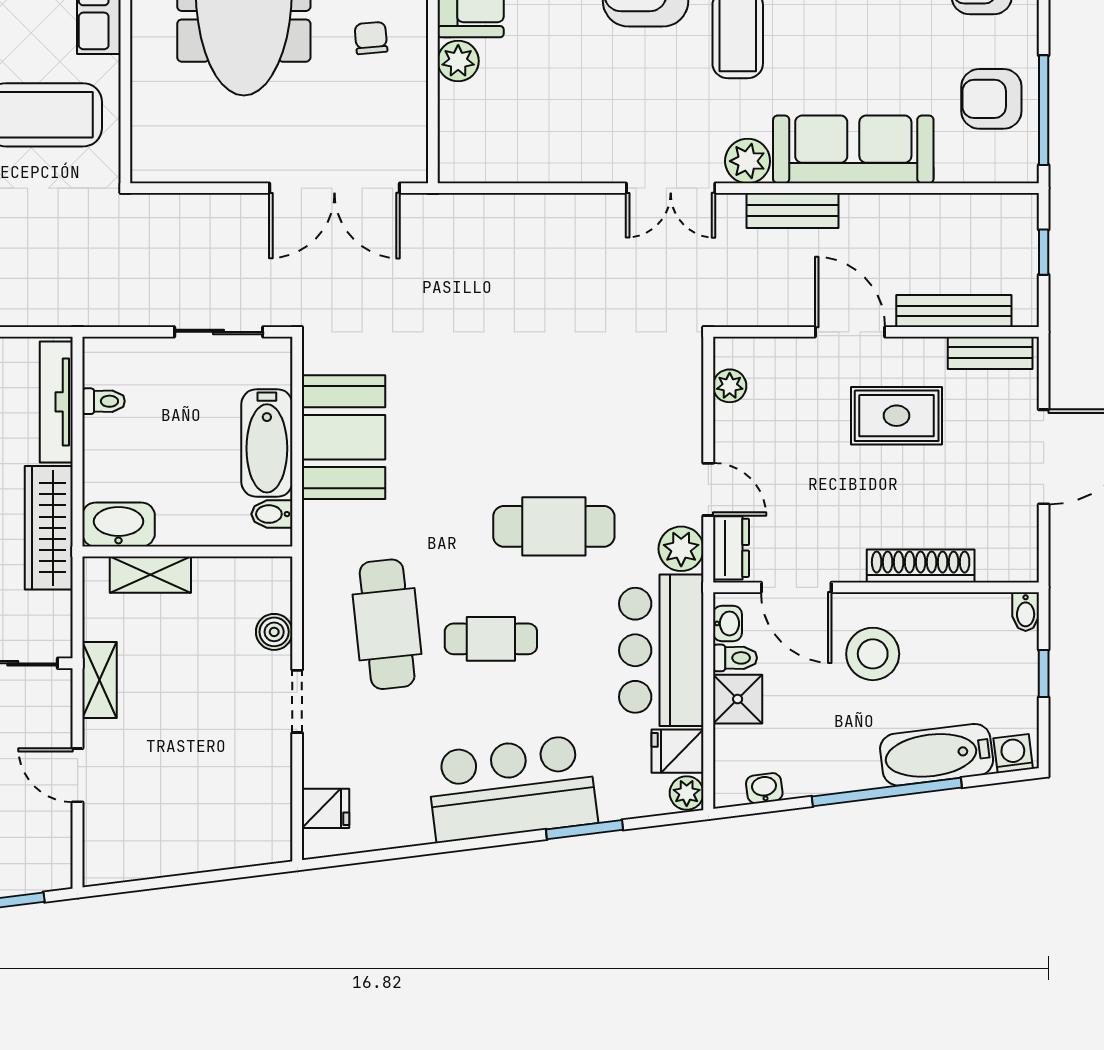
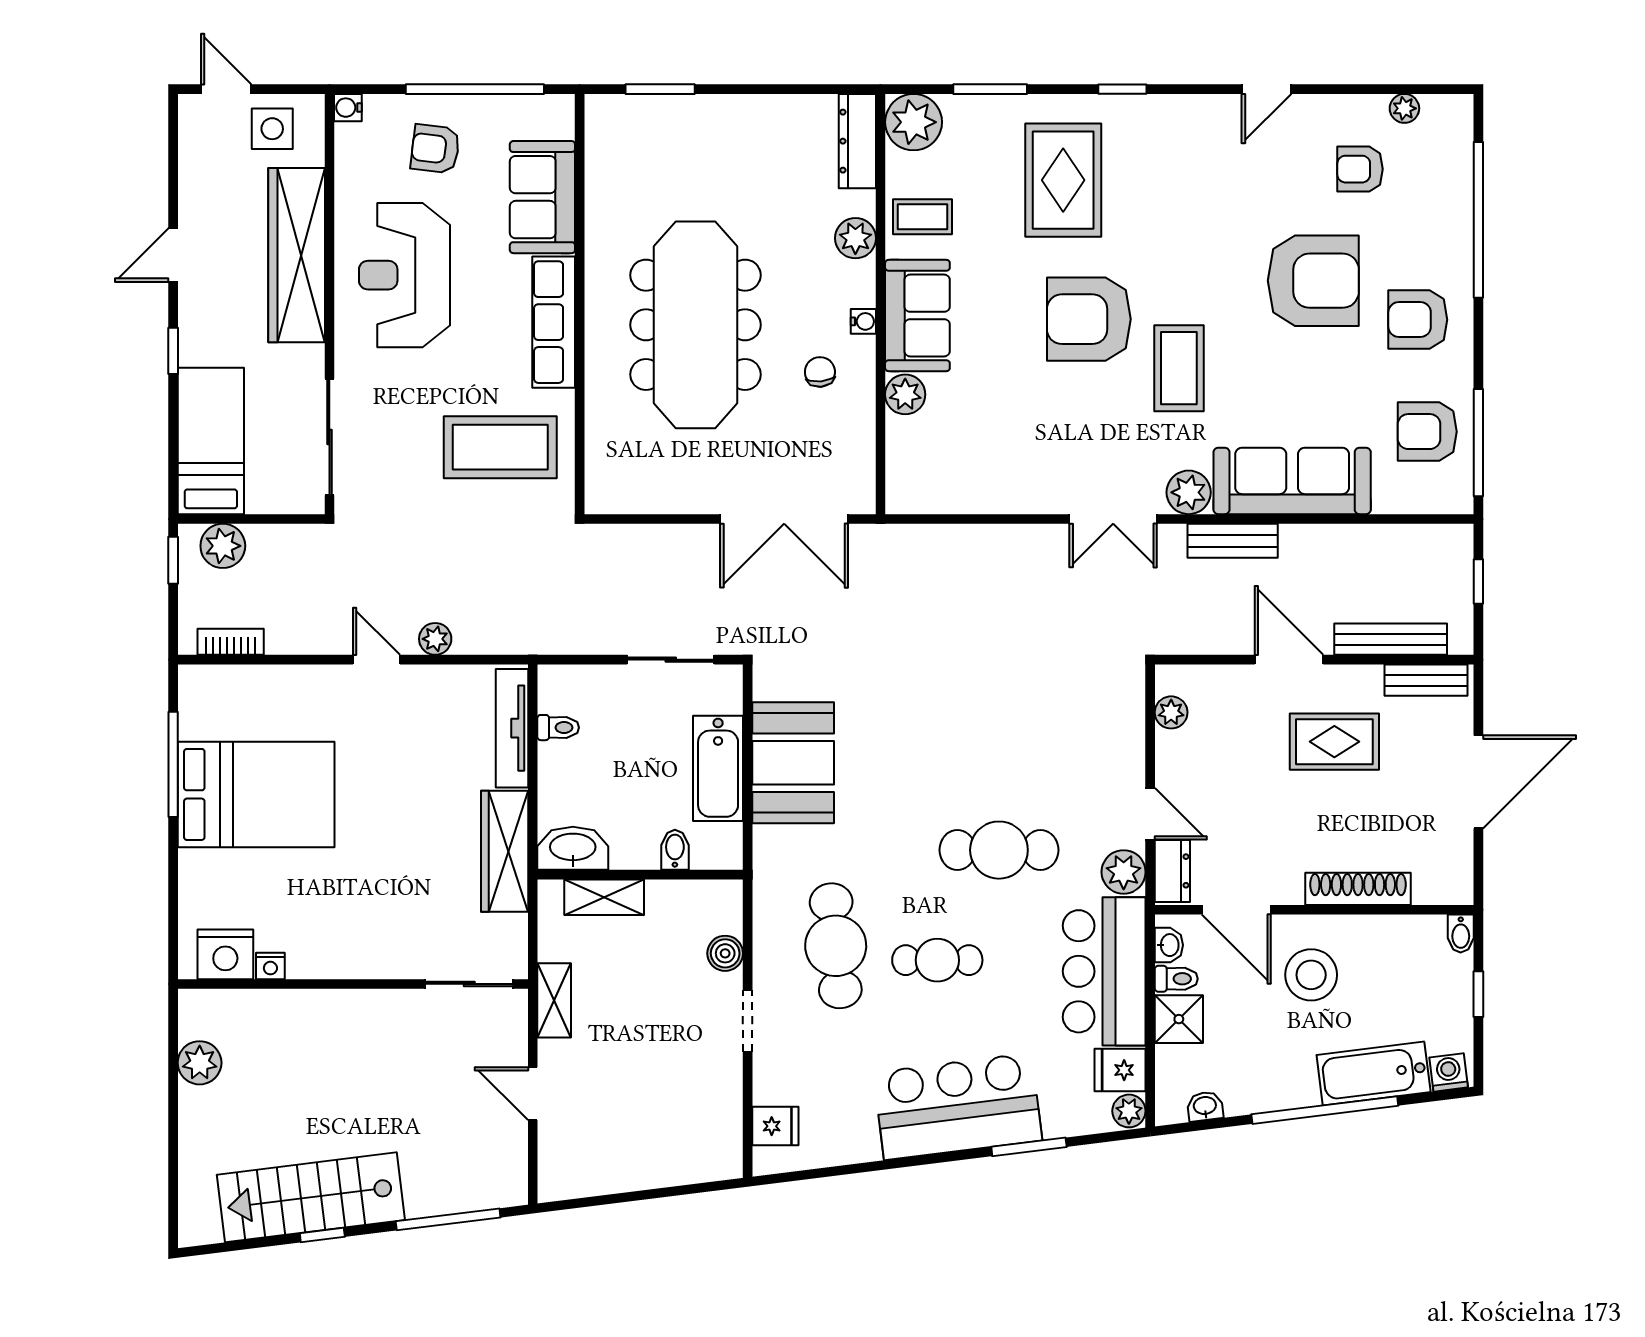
bidet: (272, 514) -> (675, 850), moved, turned 90

